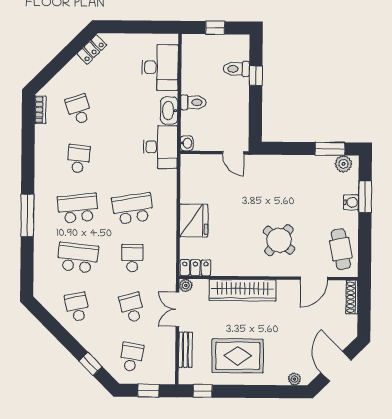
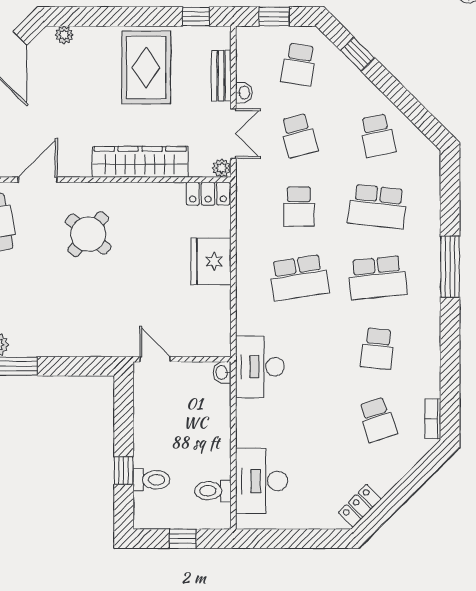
toilet: (193, 102) -> (213, 491), moved
washbasin: (169, 111) -> (244, 93), moved, width x0.52, depth x0.69
rug: (238, 356) -> (146, 68), turned 90

